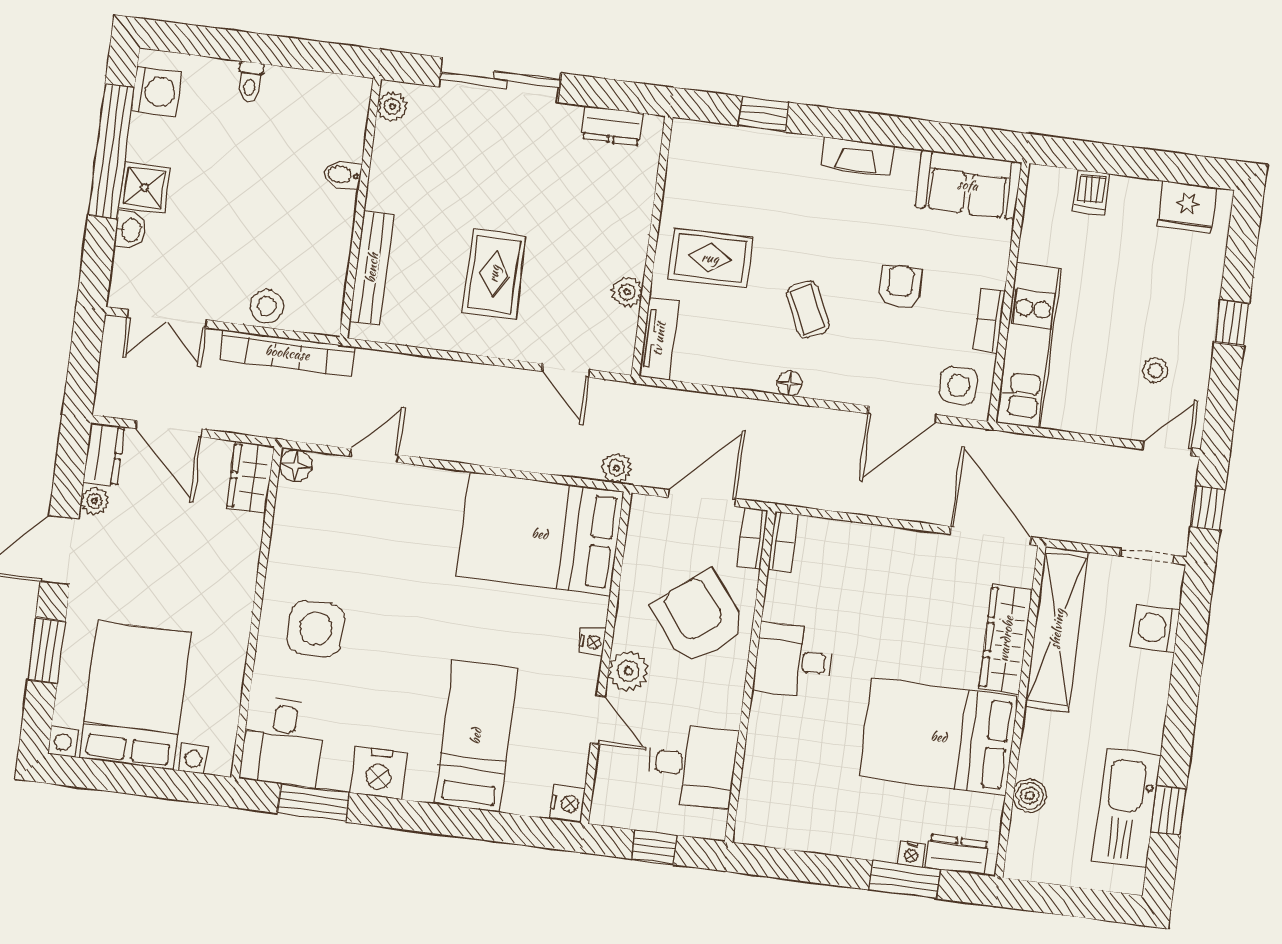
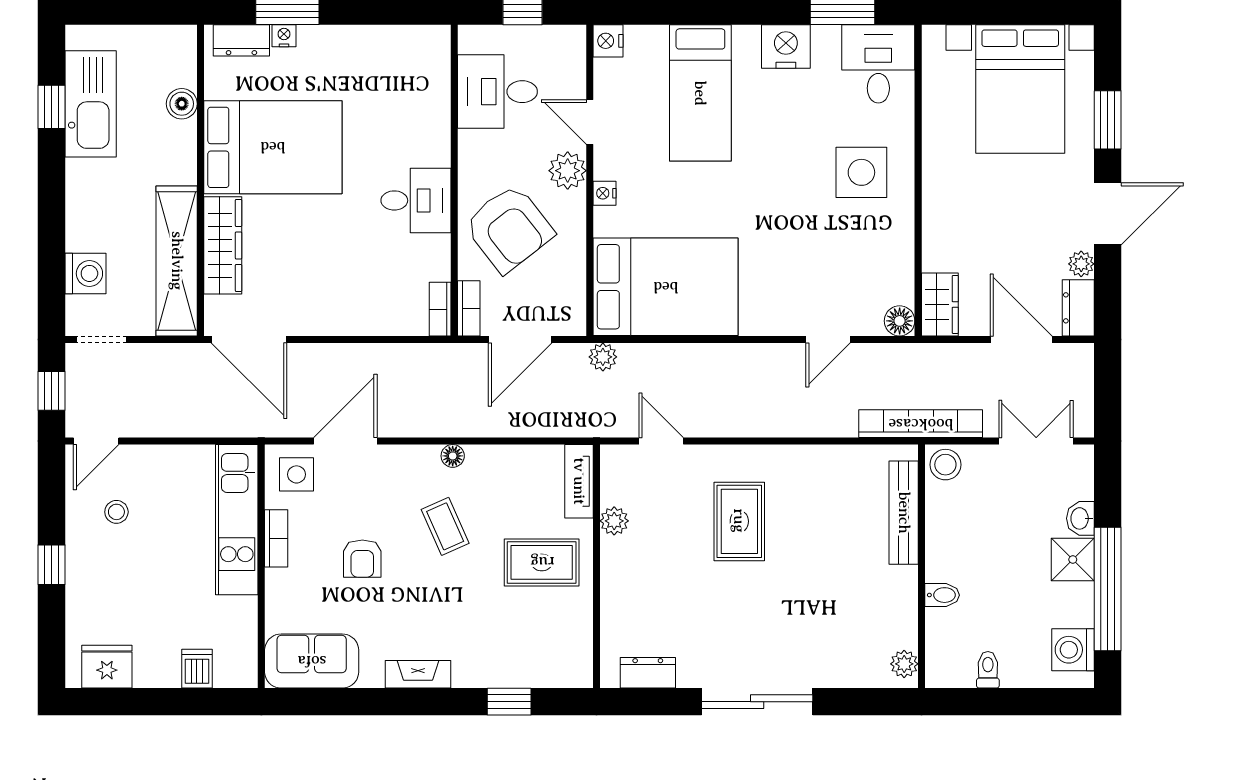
plant: (392, 107) -> (904, 664), moved
bidet: (342, 175) -> (942, 595), moved
wall: (360, 208) -> (922, 566), moved
bench: (372, 268) -> (904, 513), moved

